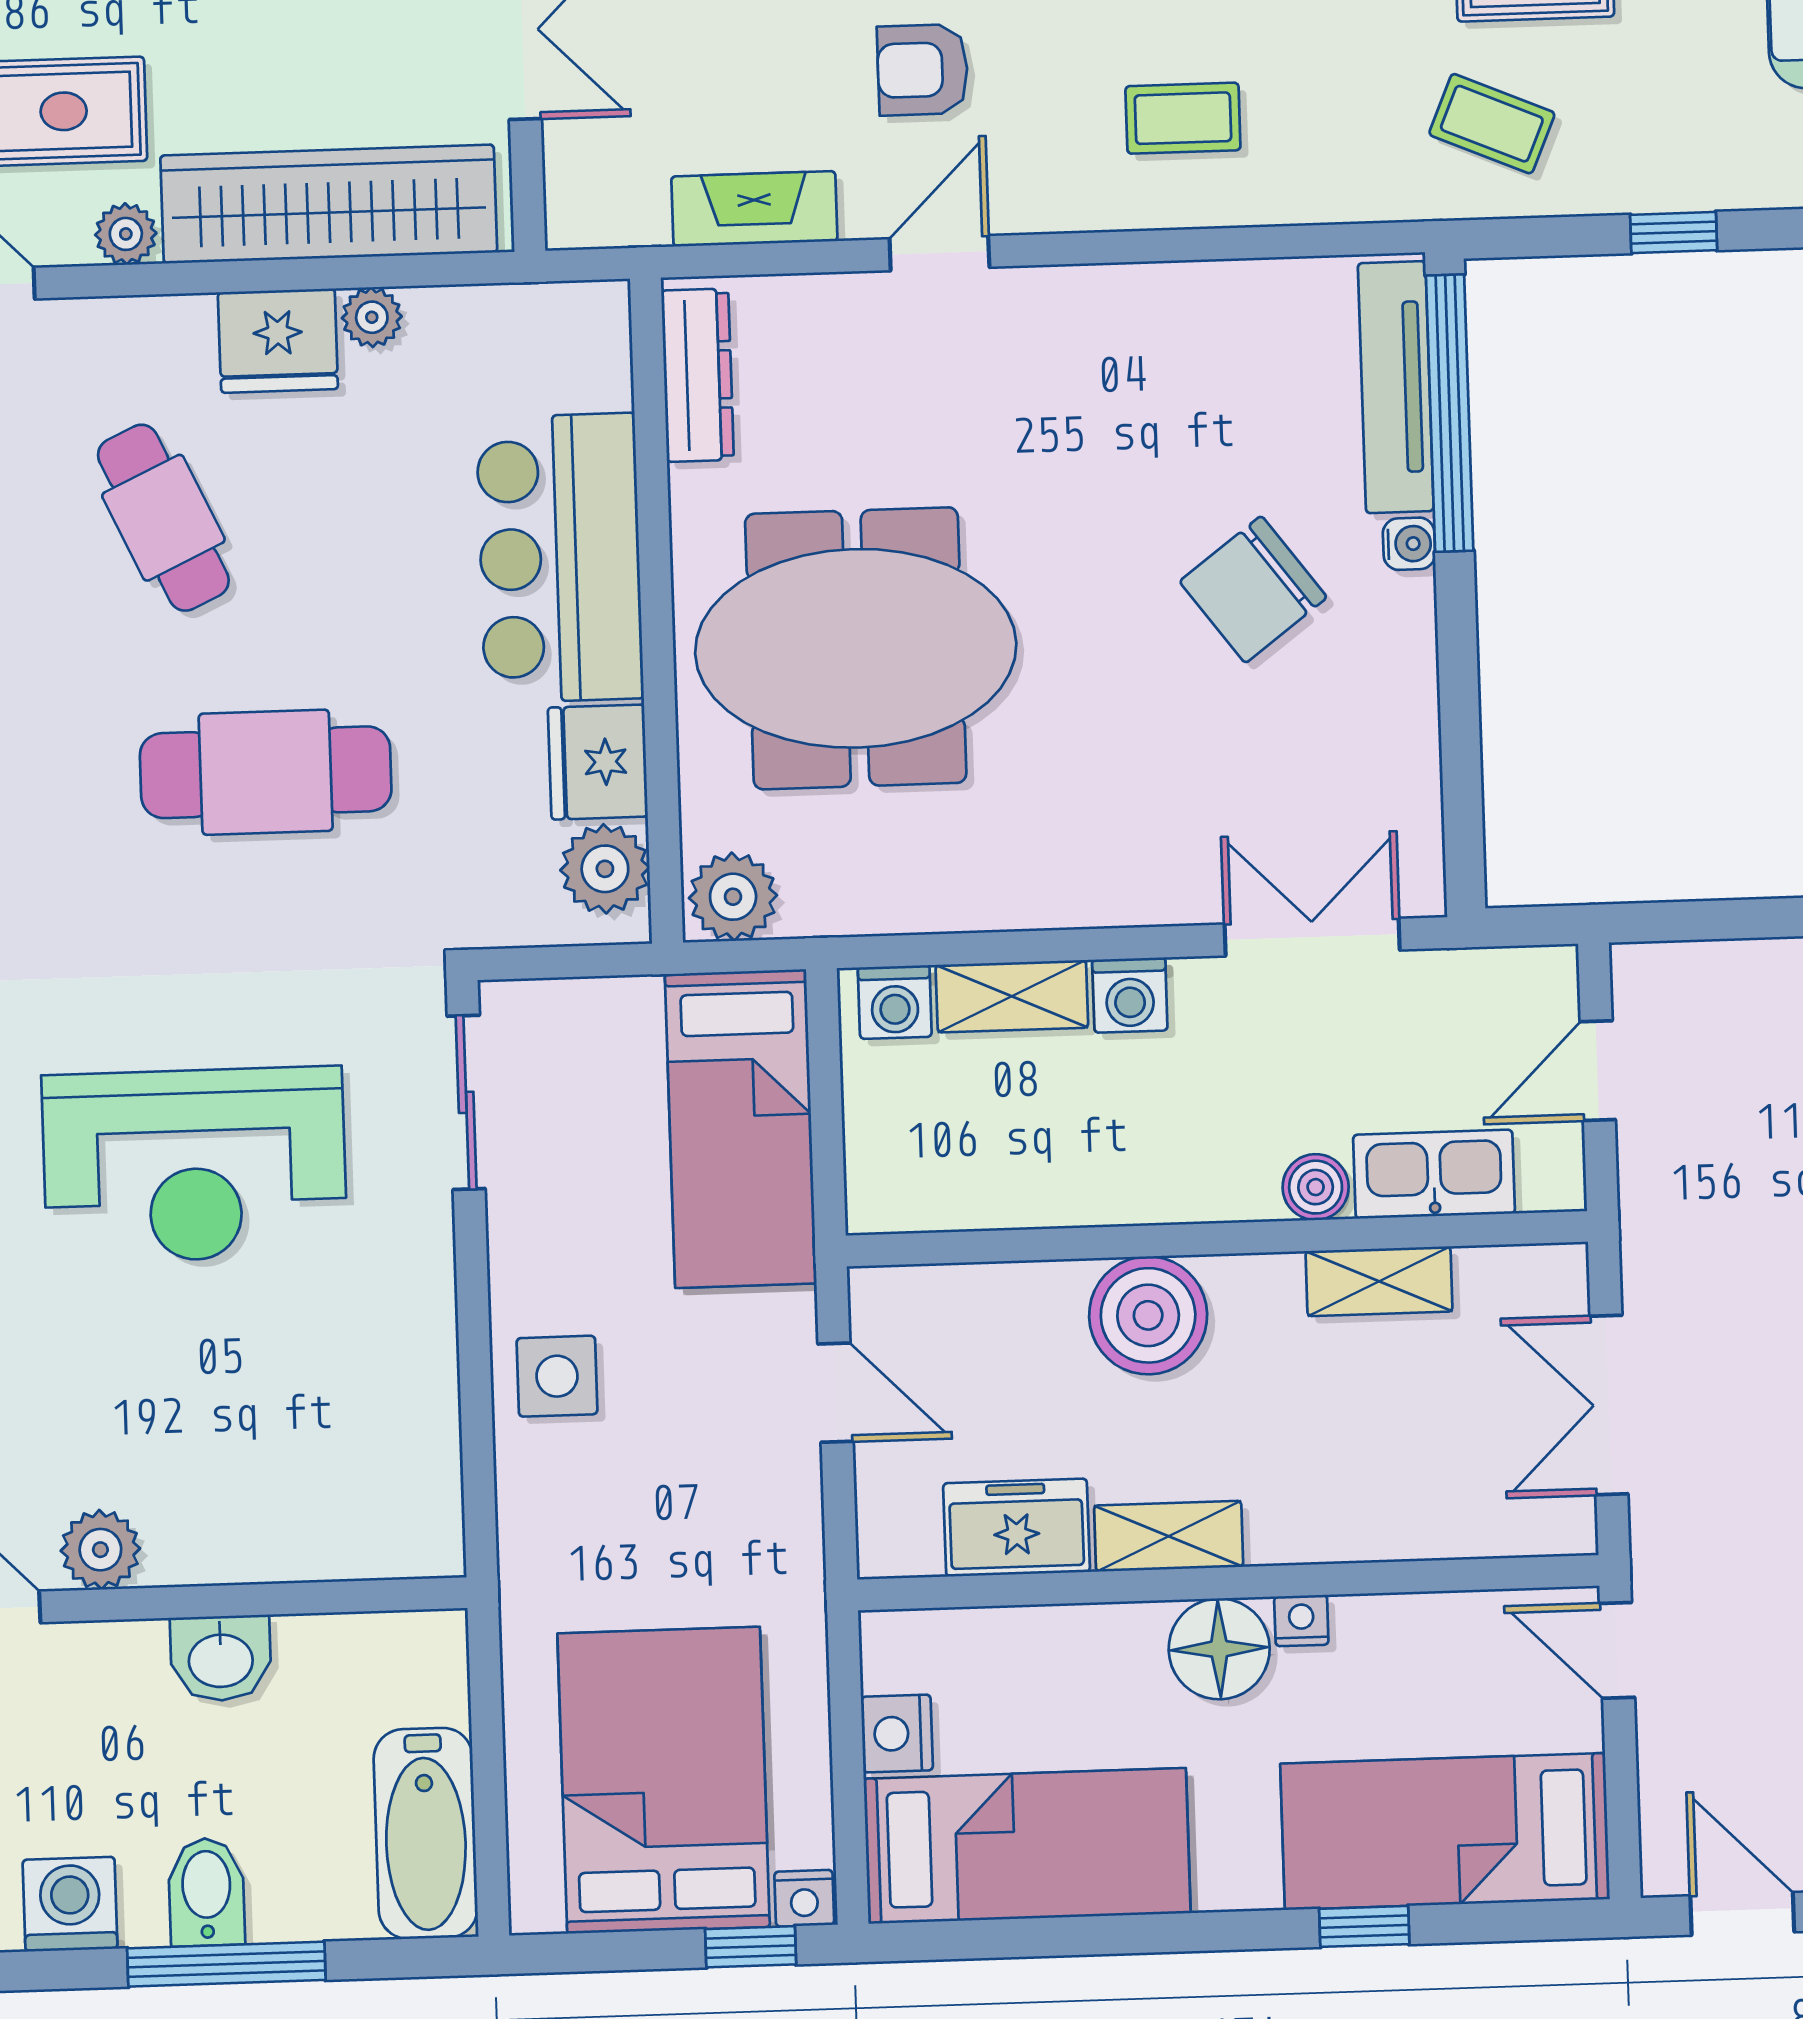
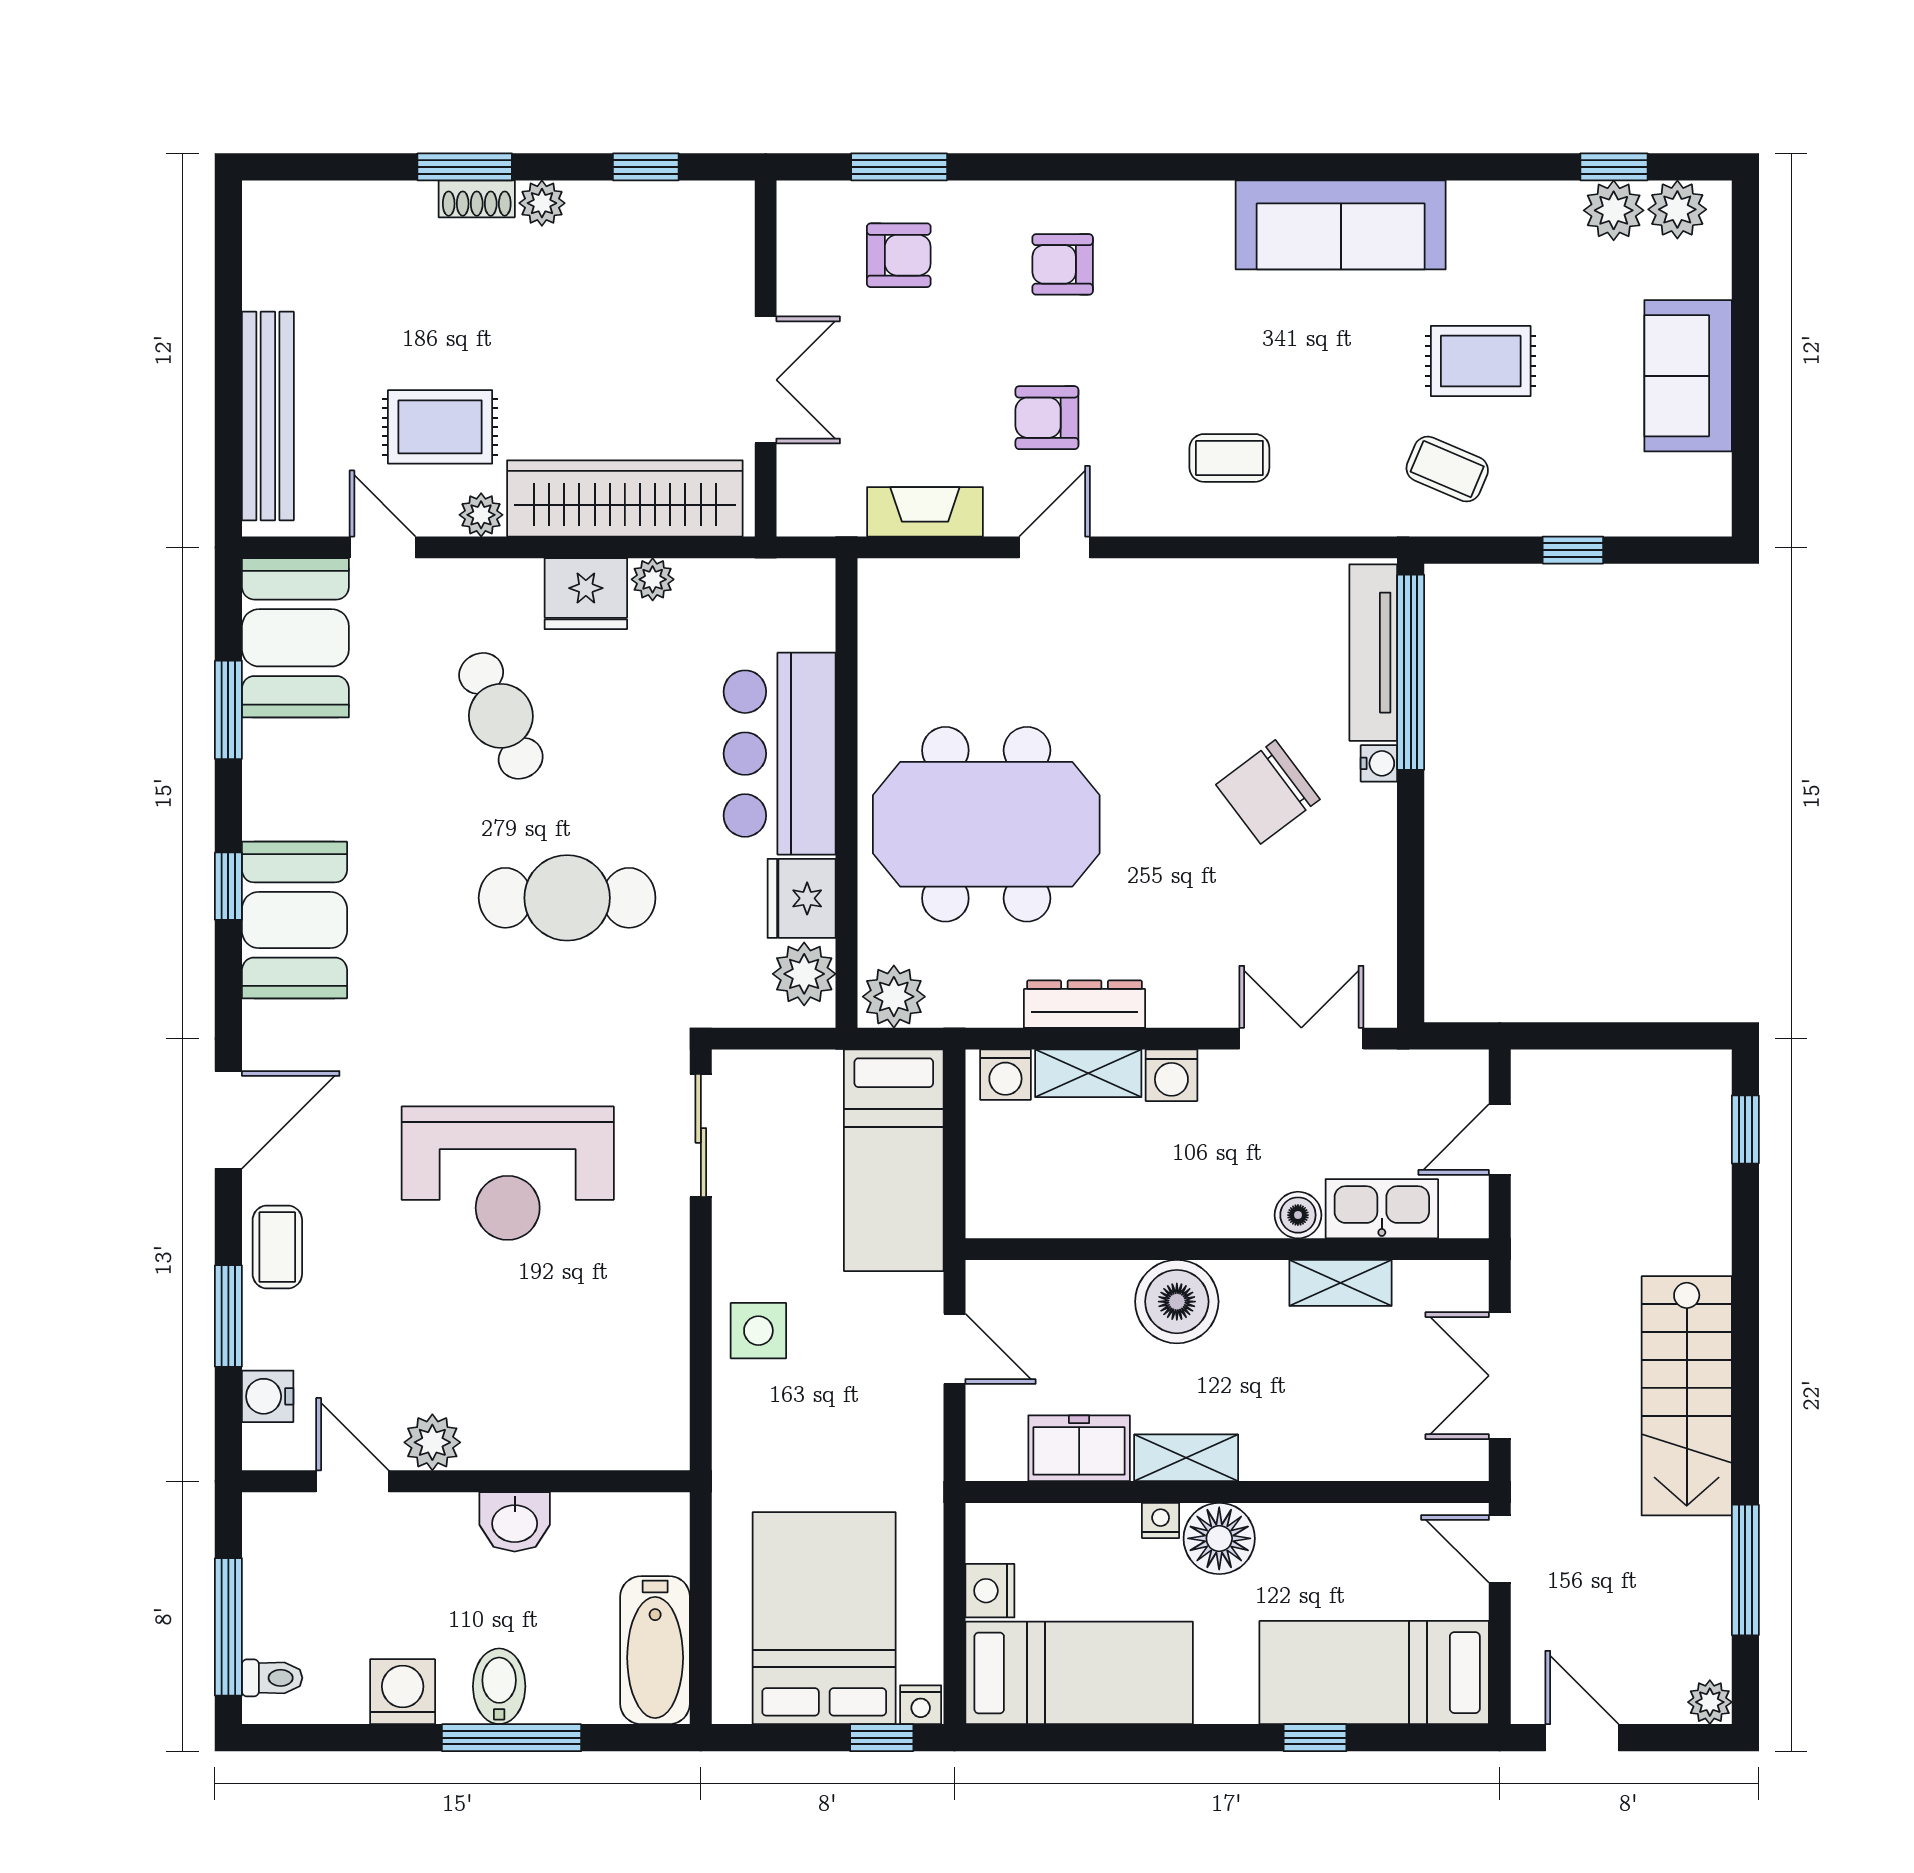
dresser: (698, 375) -> (1085, 1004), moved, turned -90
nightstand: (1301, 1621) -> (1161, 1520), moved

